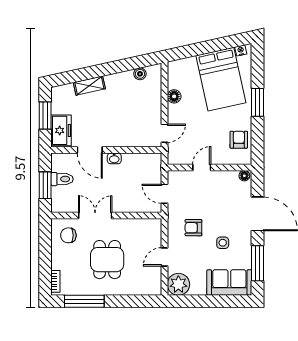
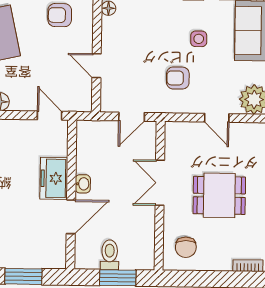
freezer: (61, 130) -> (54, 178), moved, turned -90
double door: (95, 215) -> (160, 183), moved
armchair: (193, 228) -> (178, 78), turned 90

